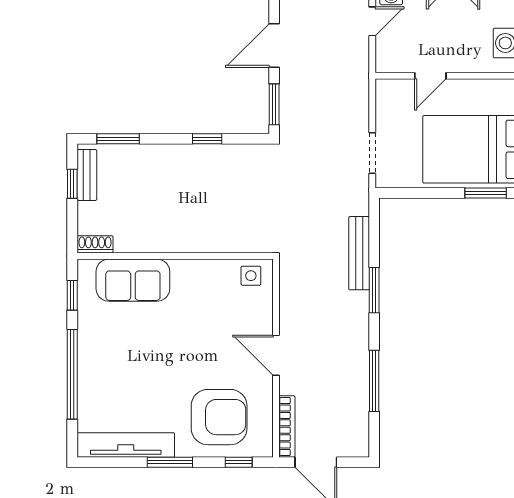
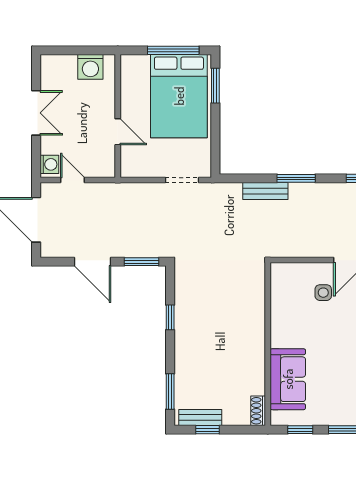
bench: (359, 253) -> (265, 191), width x0.73
side table: (251, 276) -> (323, 293), moved

